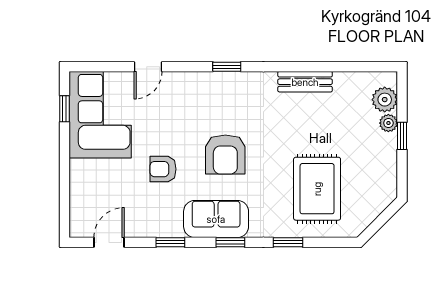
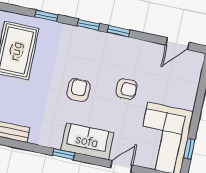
armchair: (225, 155) -> (78, 90), width x0.72, depth x0.72
sofa: (216, 219) -> (87, 141), moved, turned 180
window: (170, 242) -> (119, 31), moved

